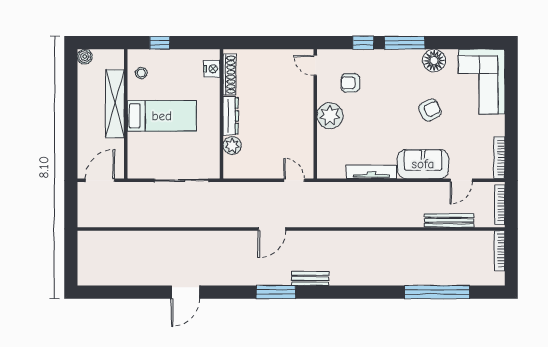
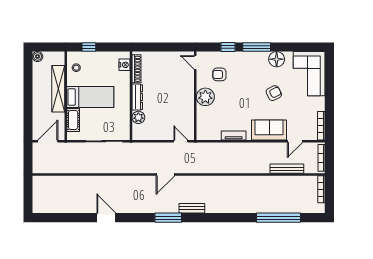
cot: (137, 149) -> (73, 120), added
tv unit: (371, 172) -> (234, 135), width x0.71
door: (185, 292) -> (106, 218), swing flipped

